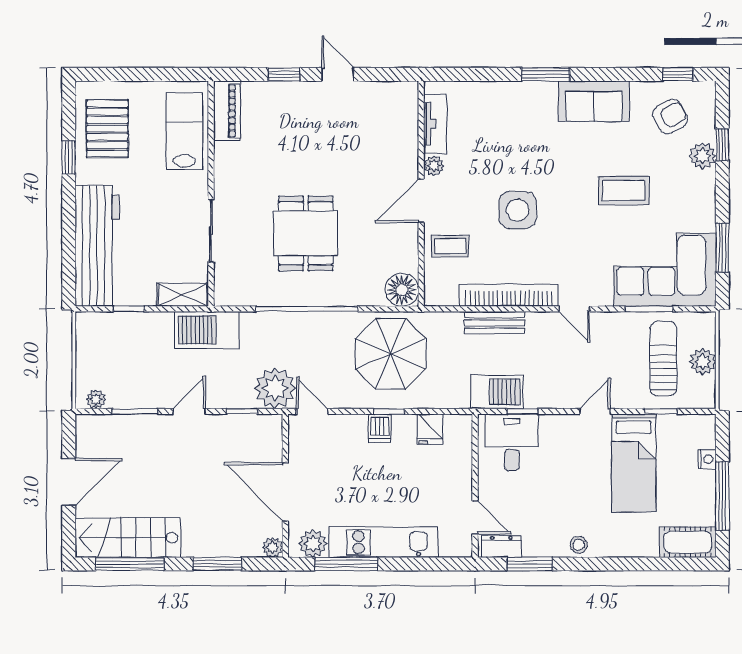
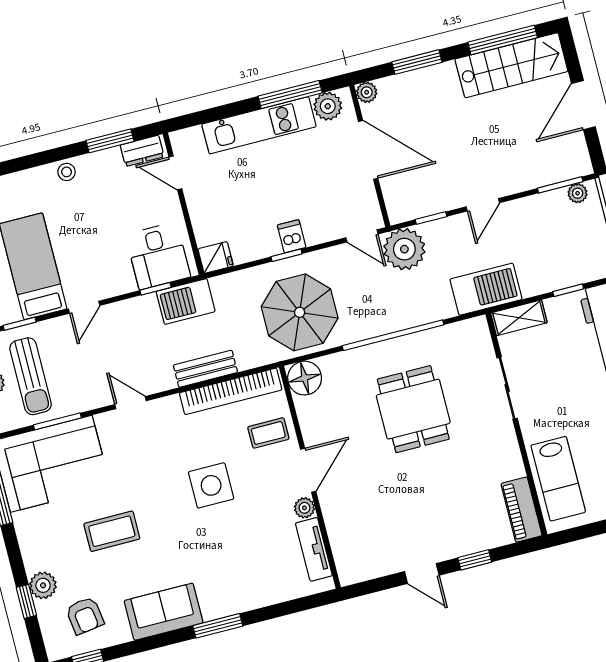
armchair: (670, 117) -> (85, 616), turned -68
bookcase: (509, 295) -> (231, 391), moved
window: (135, 411) -> (560, 185), moved
fridge: (430, 429) -> (216, 258), moved, turned 90

